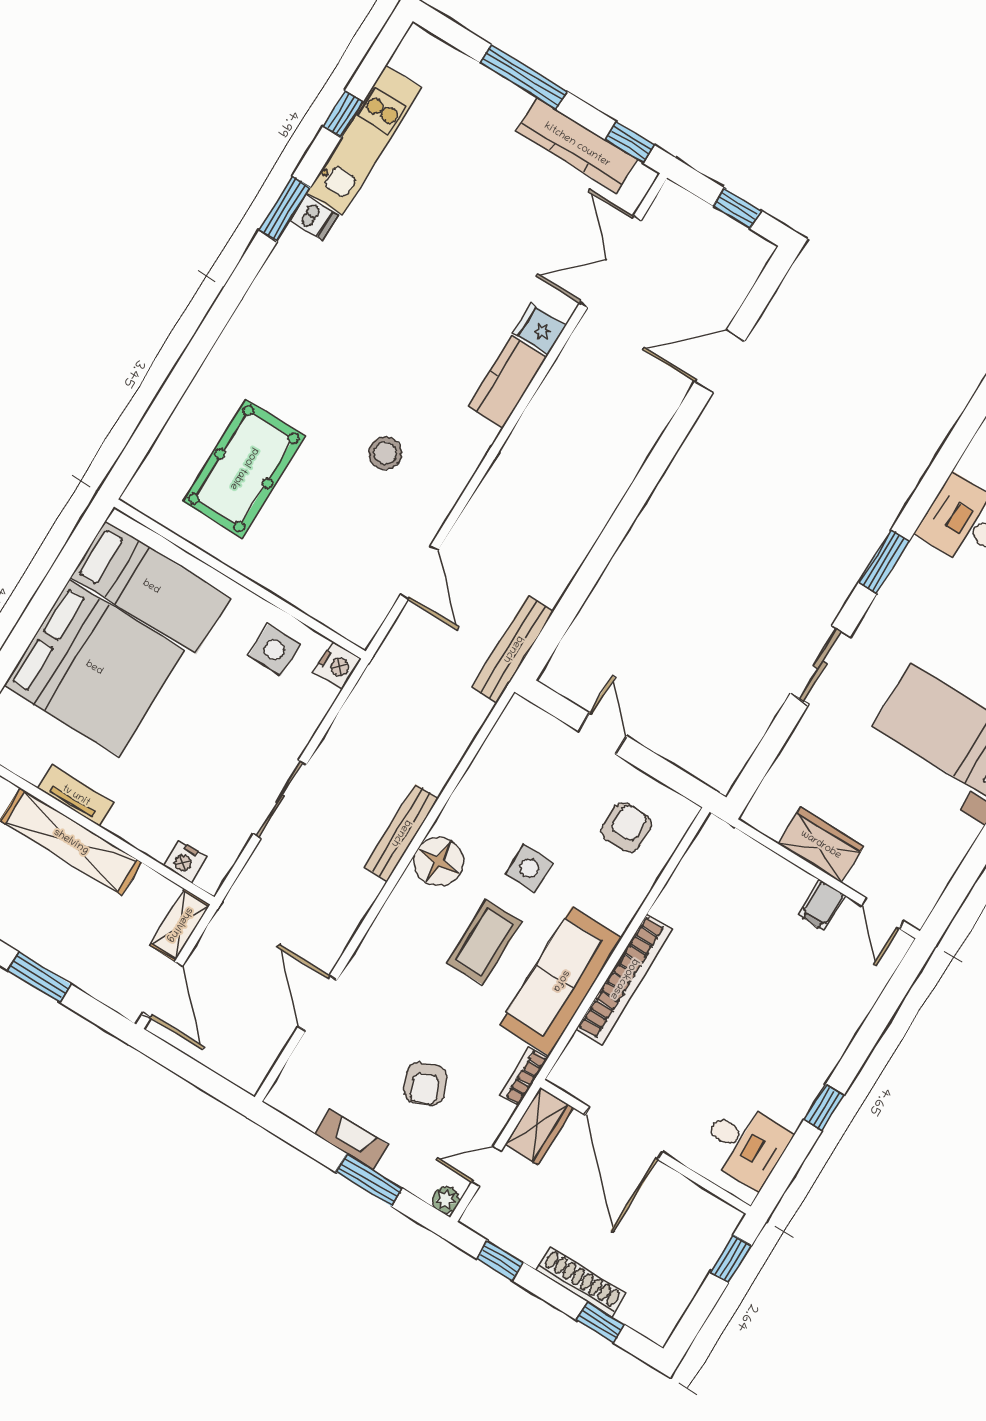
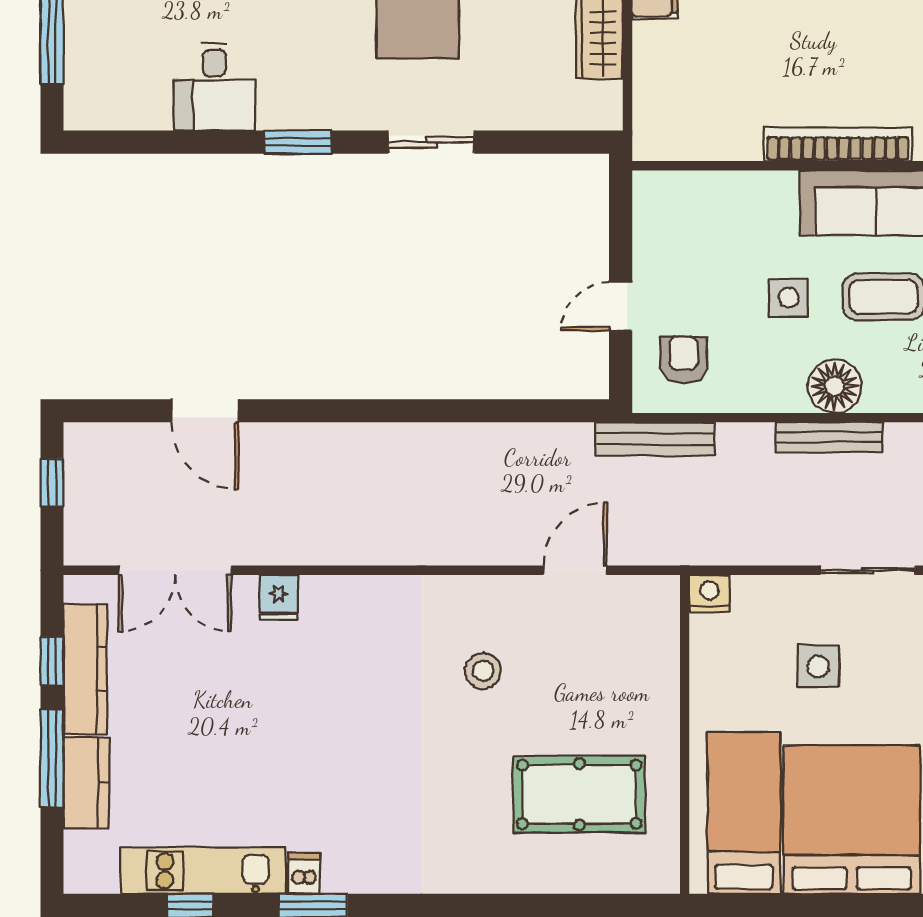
window: (630, 142) -> (52, 661), moved
kitchen counter: (507, 382) -> (86, 783), moved, turned -90
bench: (513, 649) -> (655, 439), moved
side table: (274, 650) -> (818, 666), moved
armchair: (626, 827) -> (684, 360), moved, turned 90

